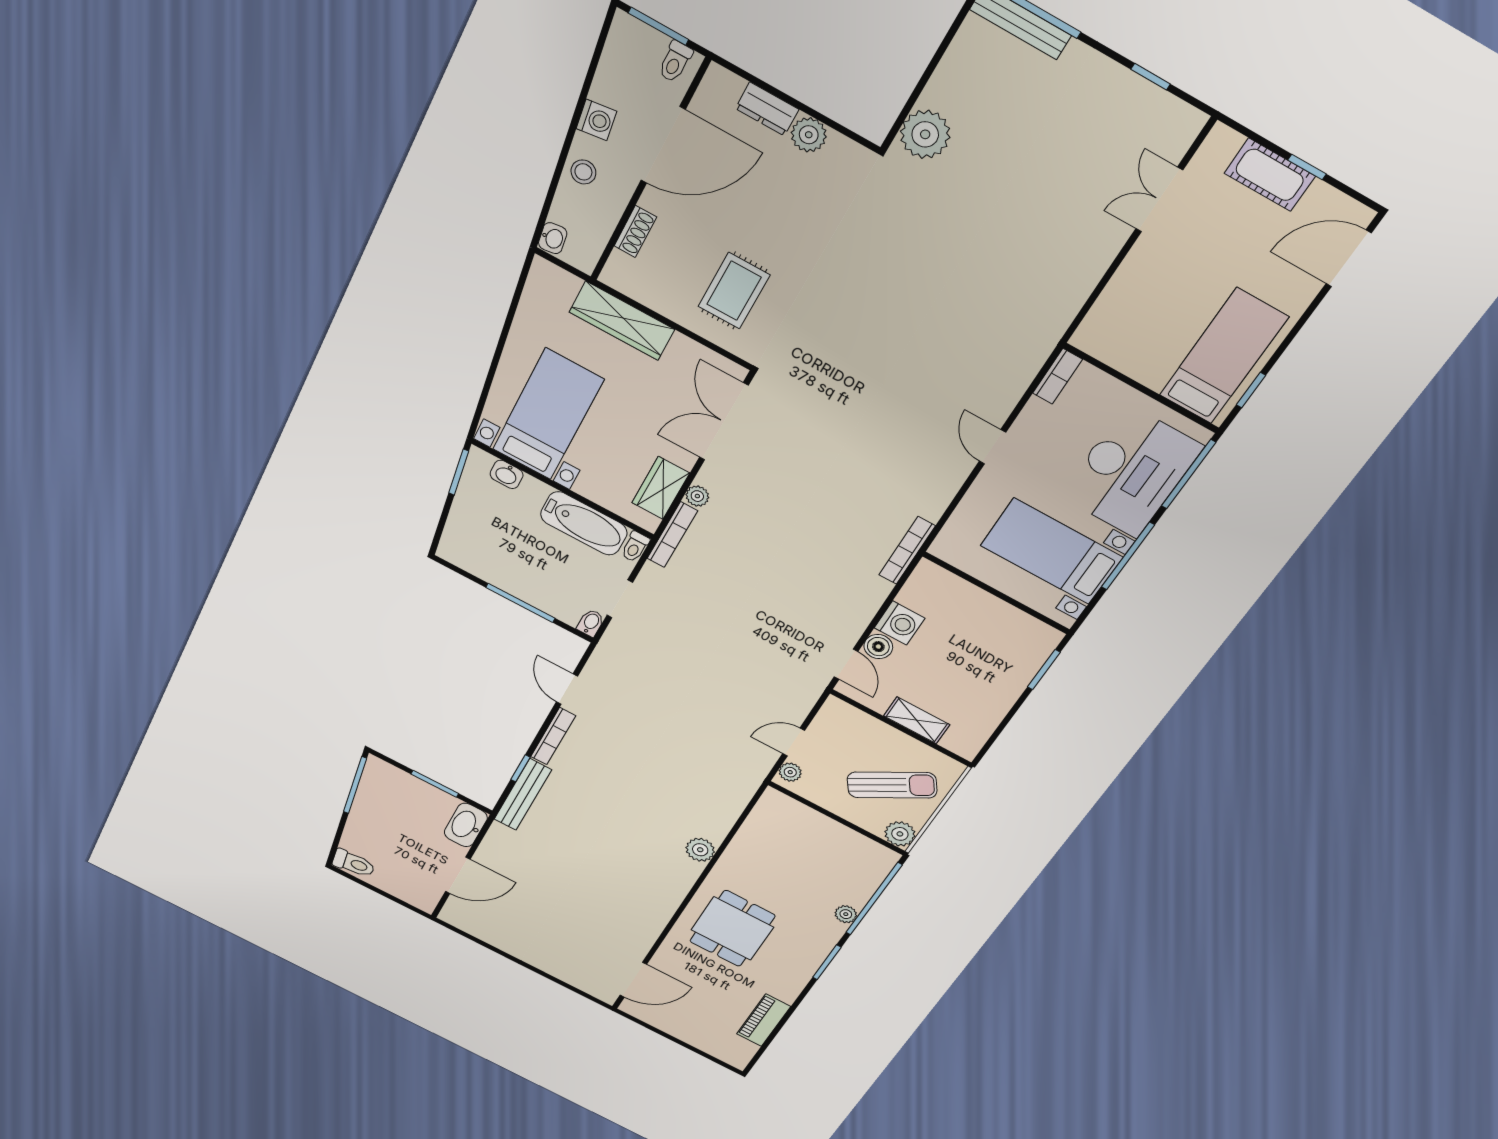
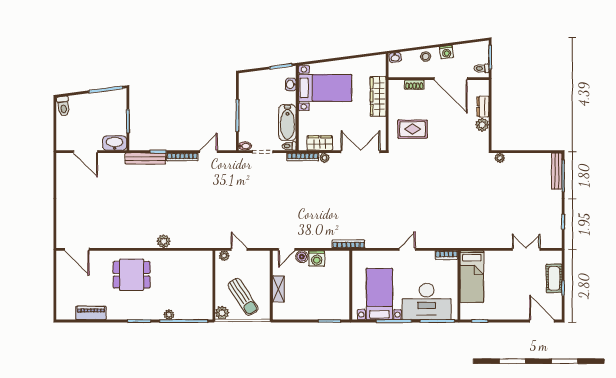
plant: (925, 134) -> (500, 158), width x0.53, depth x0.53
bed: (1224, 356) -> (472, 277), moved, turned 90

